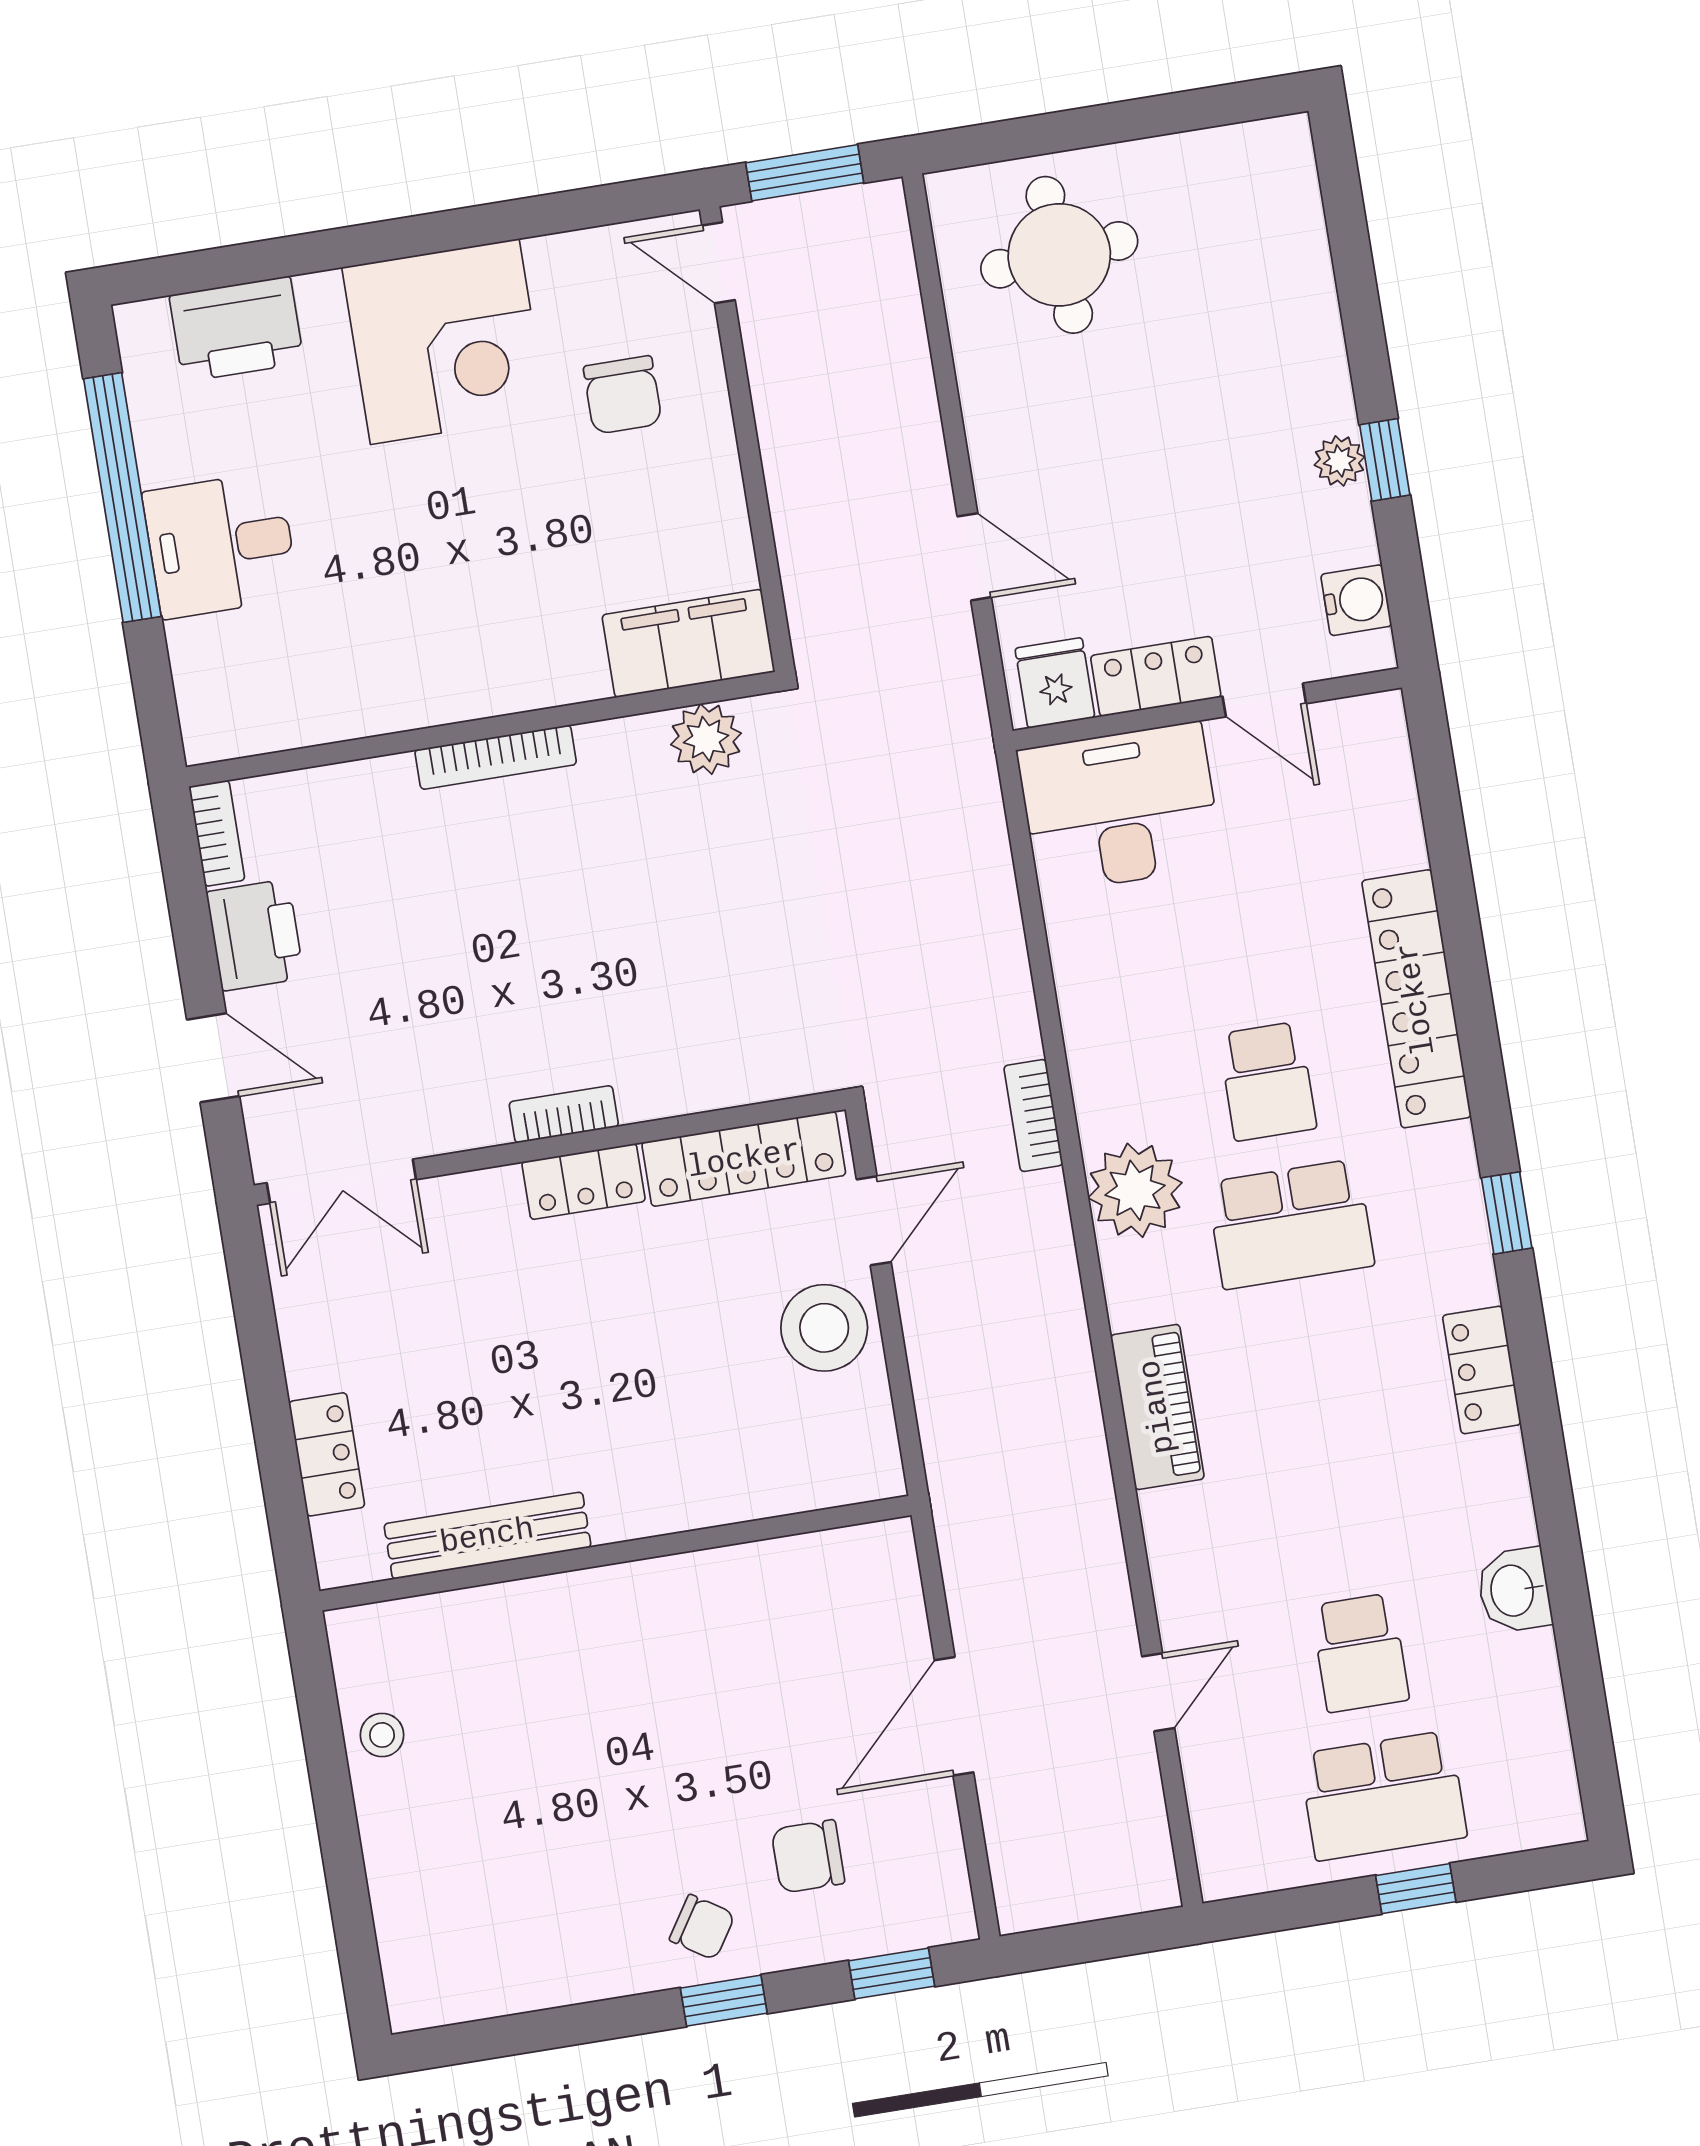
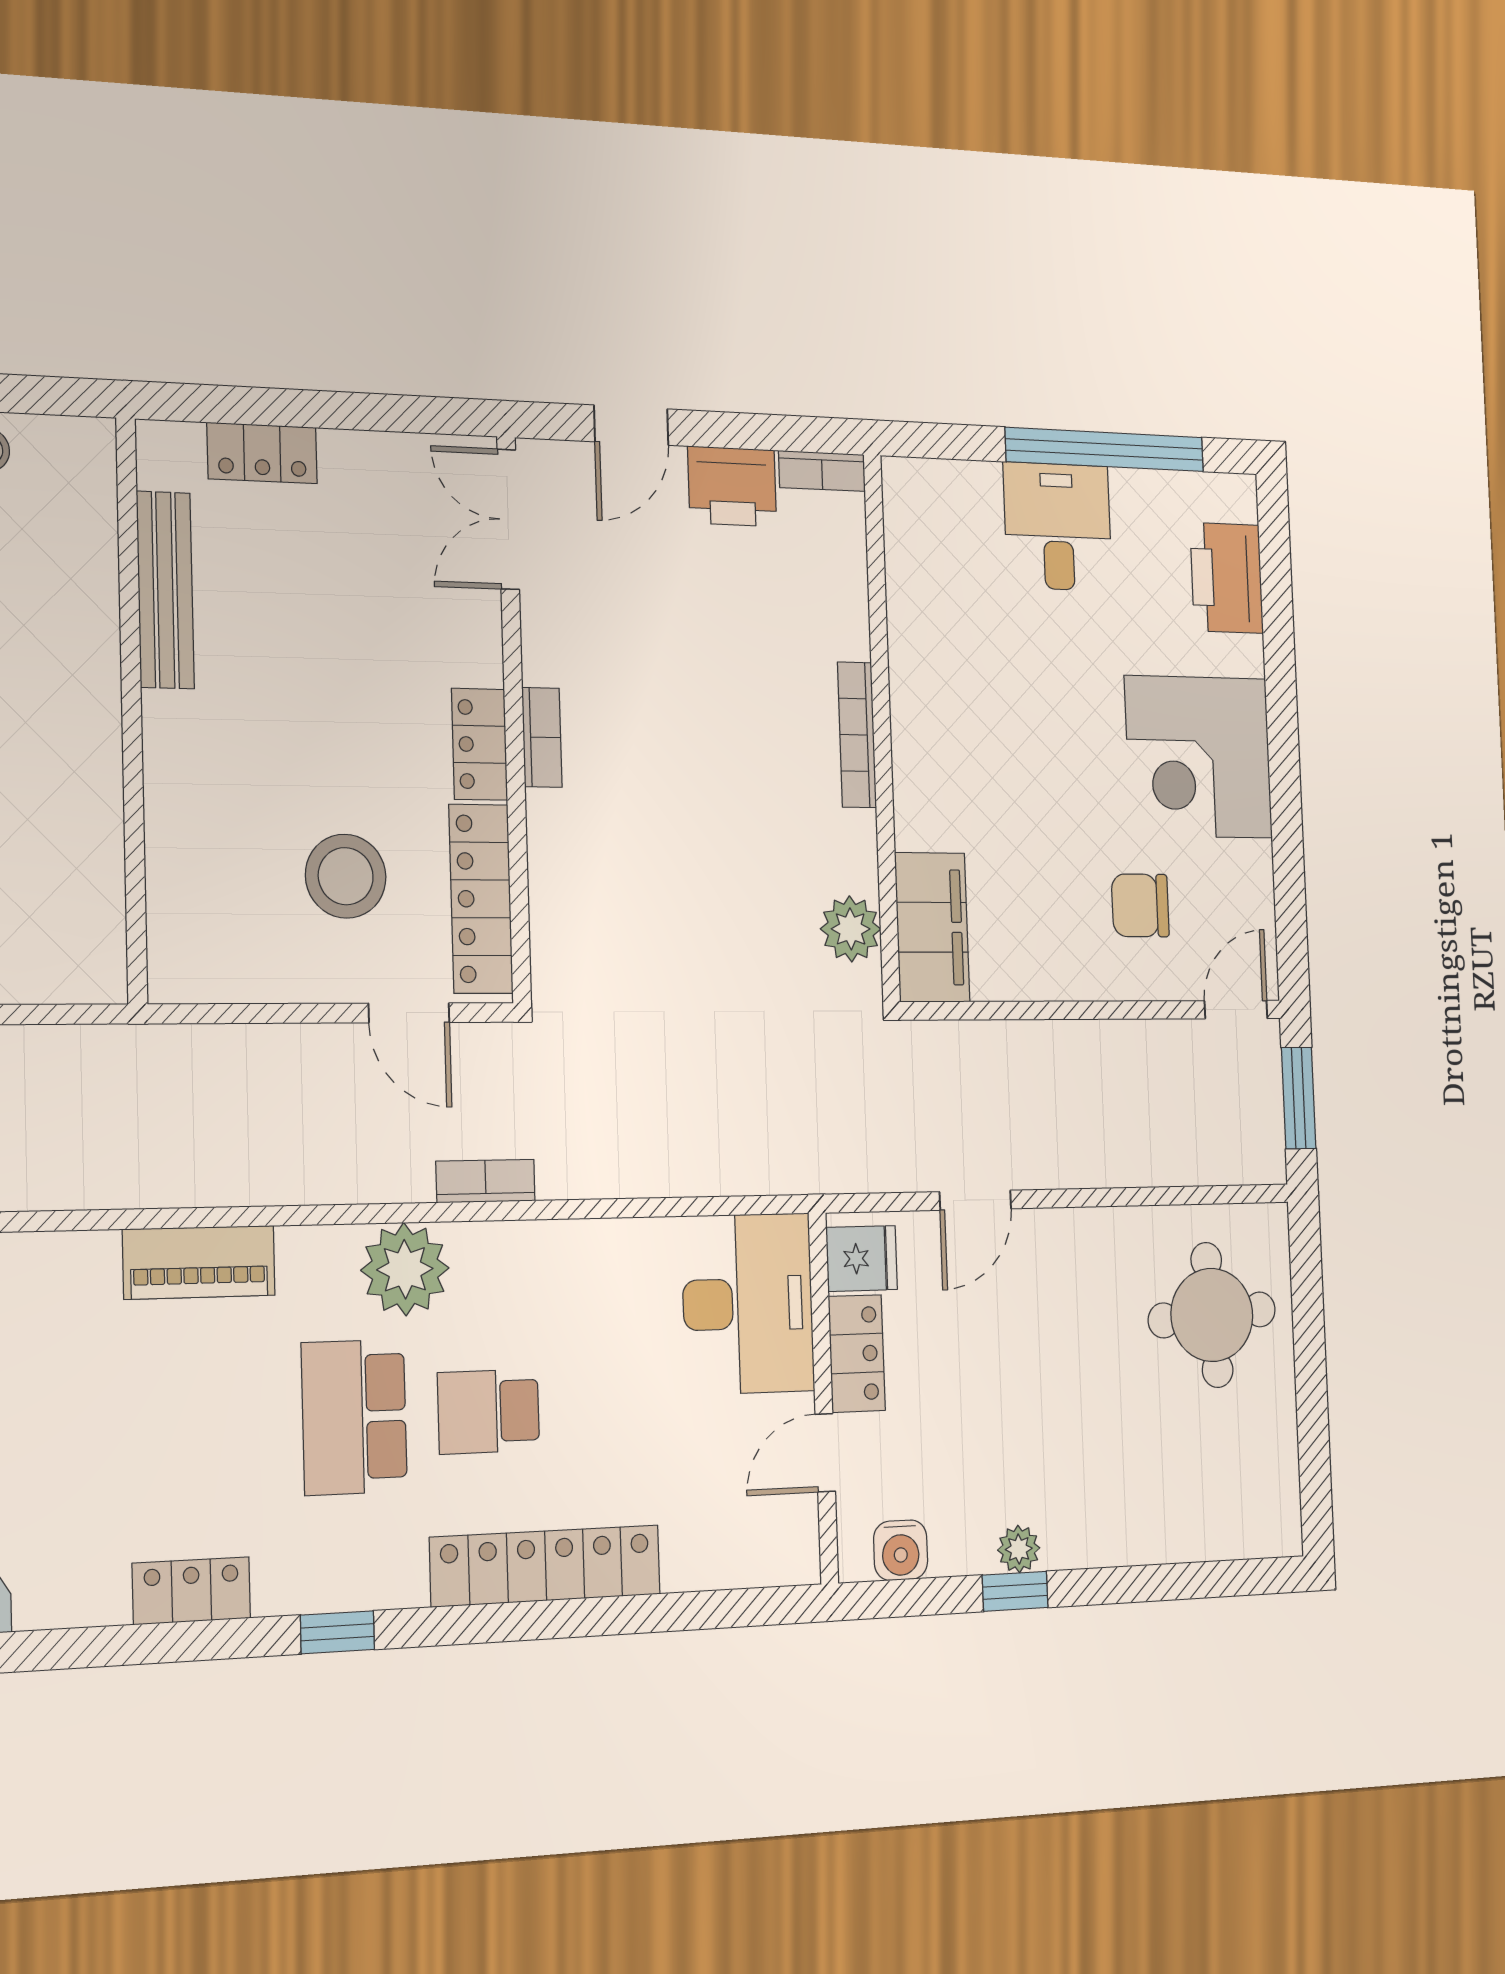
stool: (824, 1328) -> (346, 876), moved

